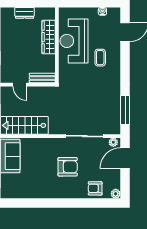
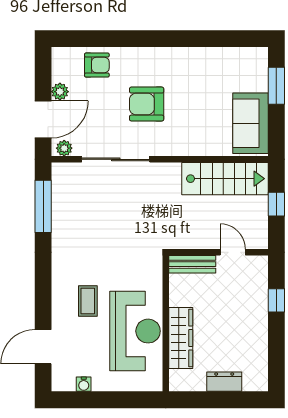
plant: (116, 194) -> (60, 92), moved

